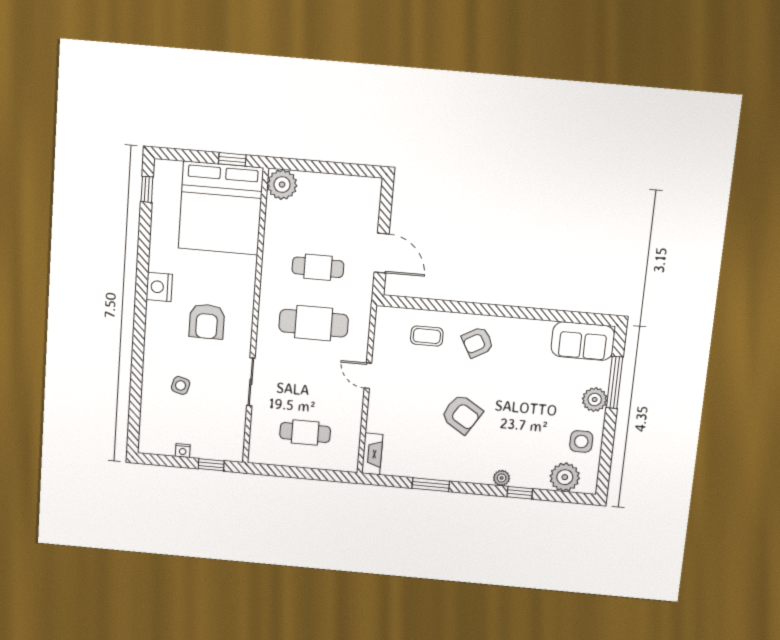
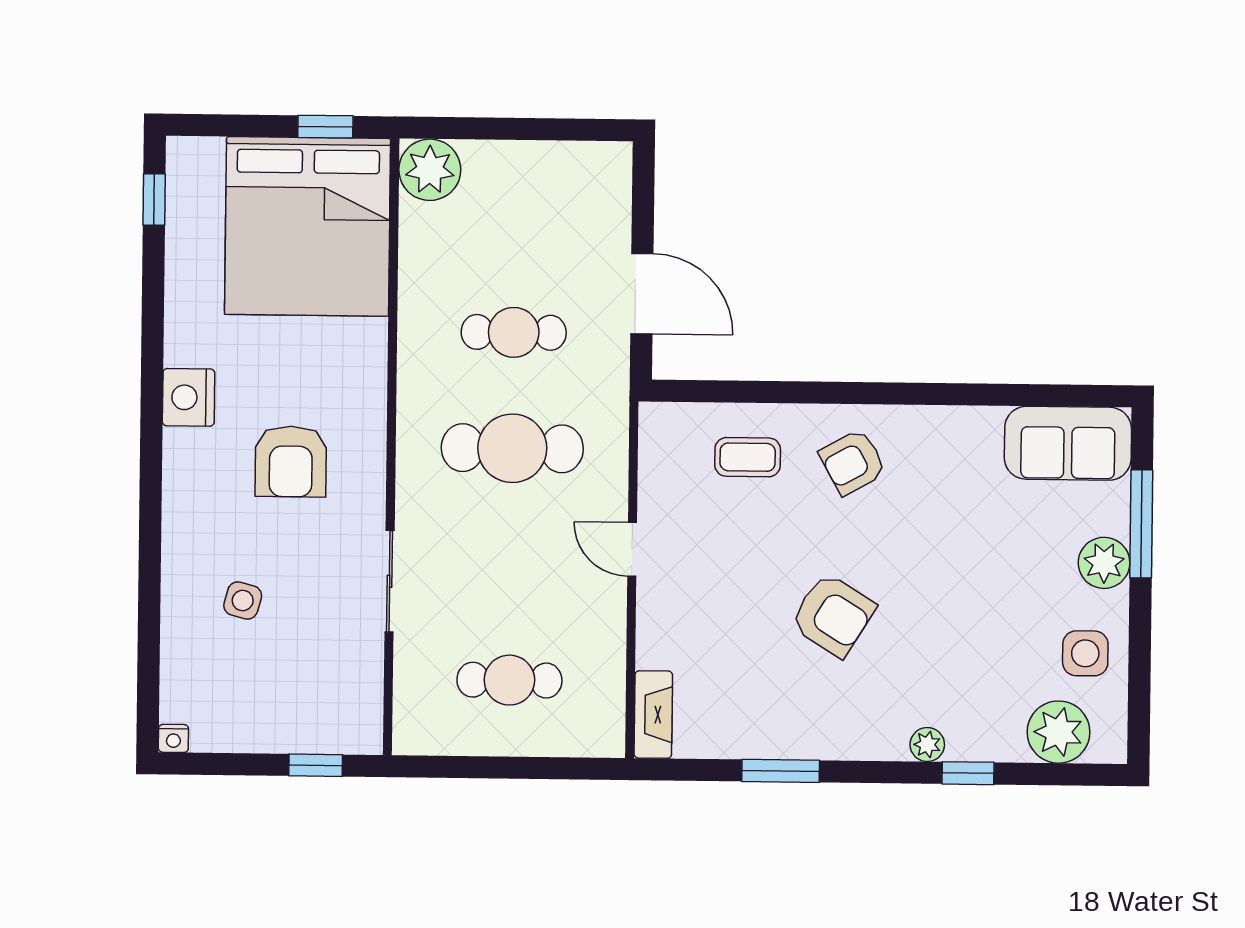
nightstand: (183, 451) -> (173, 738), moved

